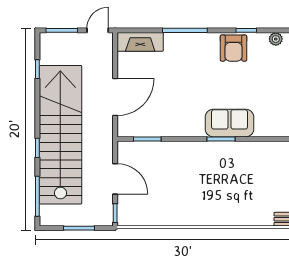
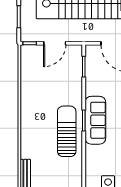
sofa: (230, 123) -> (95, 120), width x1.36
sun lounger: (236, 162) -> (67, 131), added

